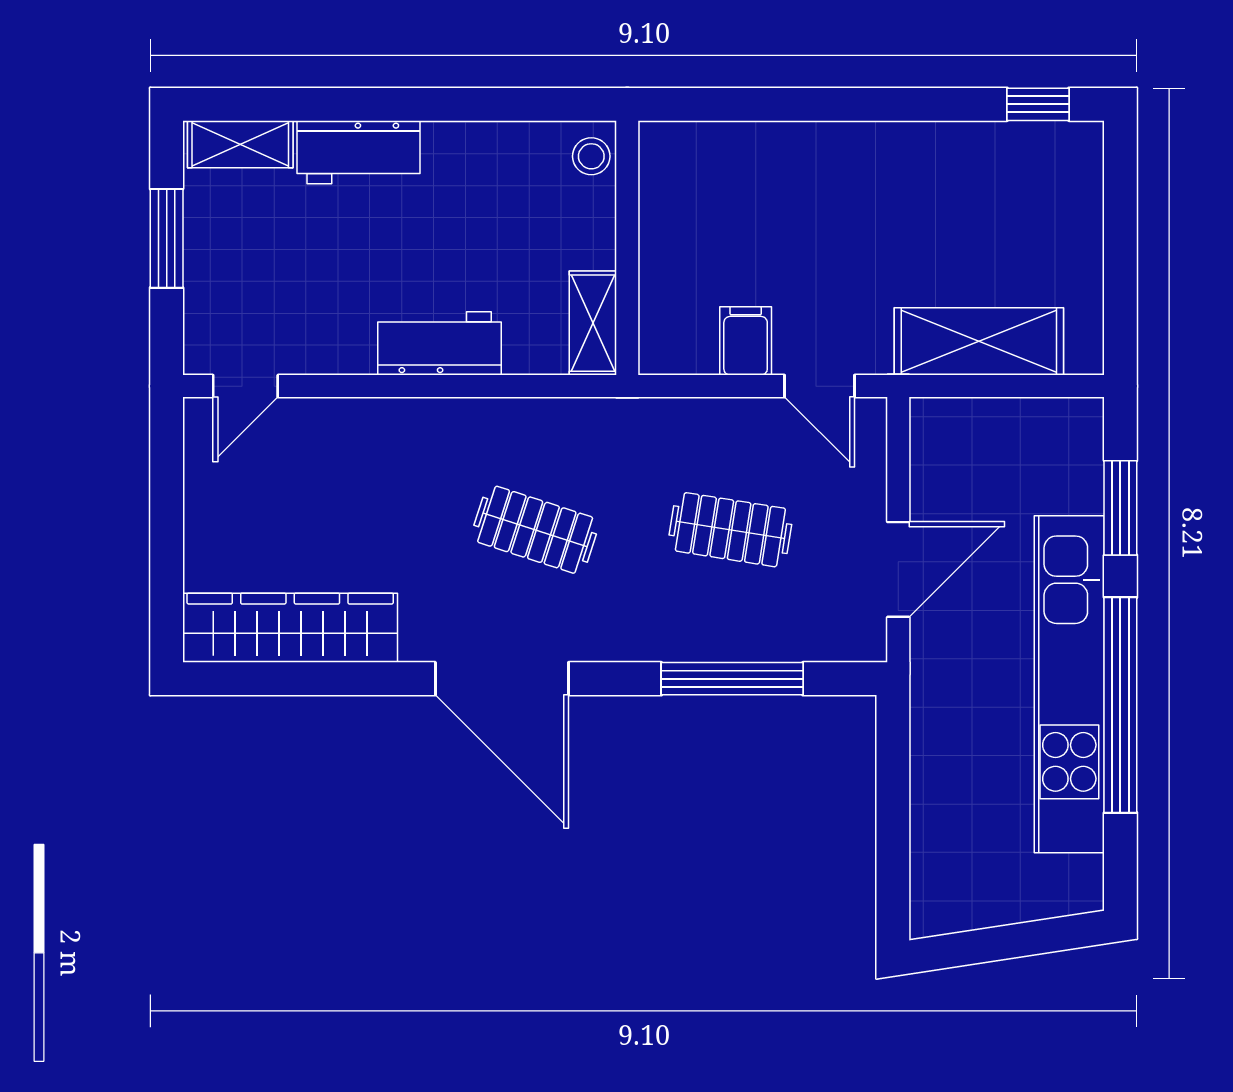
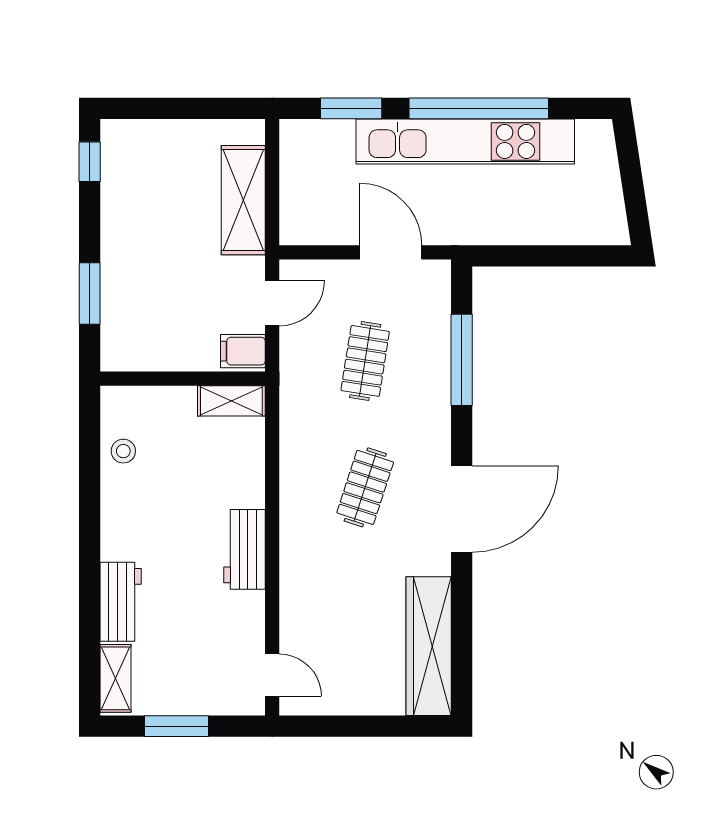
window: (834, 104) -> (90, 294), added
wall: (627, 248) -> (183, 379), moved
shelving: (593, 323) -> (231, 401), moved

